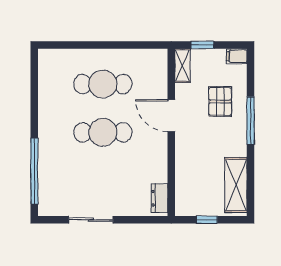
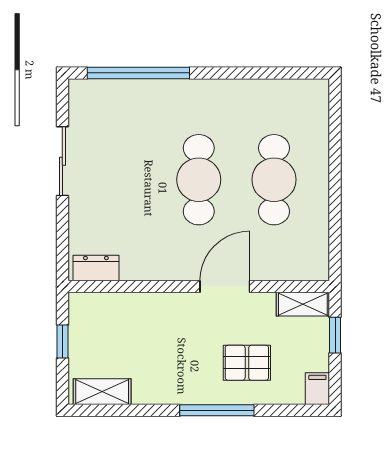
shelving: (236, 185) -> (102, 392), width x0.67, depth x0.75

